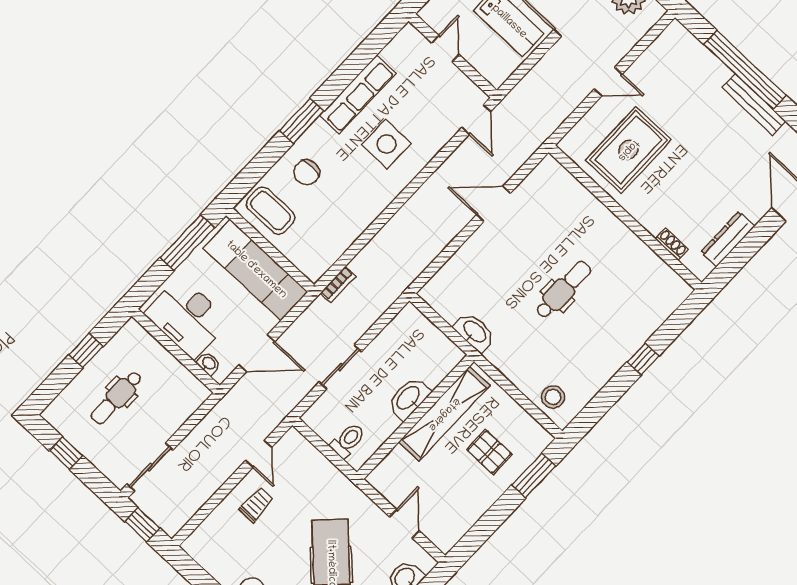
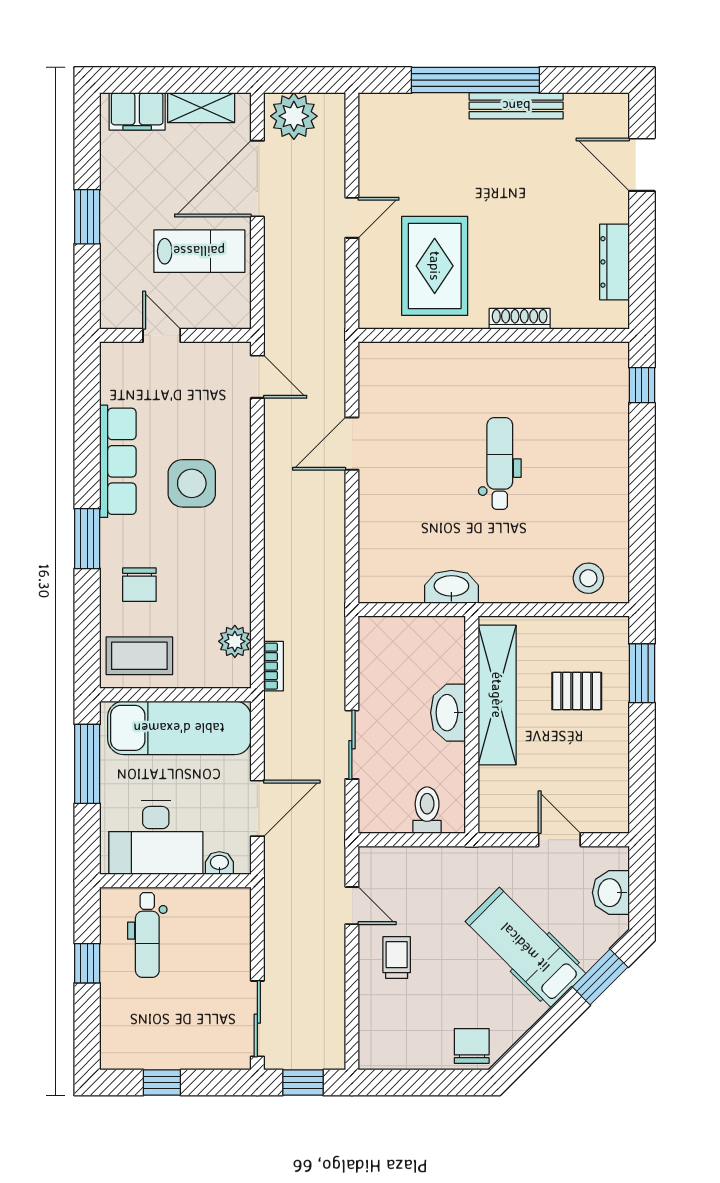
shoe rack: (672, 244) -> (520, 319), moved, width x1.43
plant: (329, 251) -> (235, 641), added
window: (643, 359) -> (642, 385), moved
dental chair: (116, 398) -> (147, 935), moved

